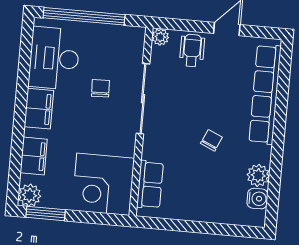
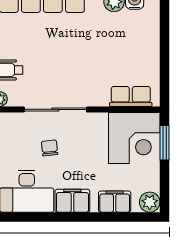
chair: (100, 88) -> (50, 148), turned 86
chair: (211, 140) -> (87, 46), removed
window: (46, 214) -> (165, 143), moved

